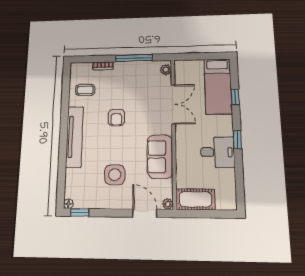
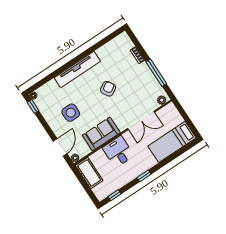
coffee table: (85, 90) -> (113, 55), removed
window: (235, 97) -> (115, 195), moved
armchair: (116, 117) -> (108, 89), turned 148
desk: (218, 152) -> (118, 152), moved, turned 180

